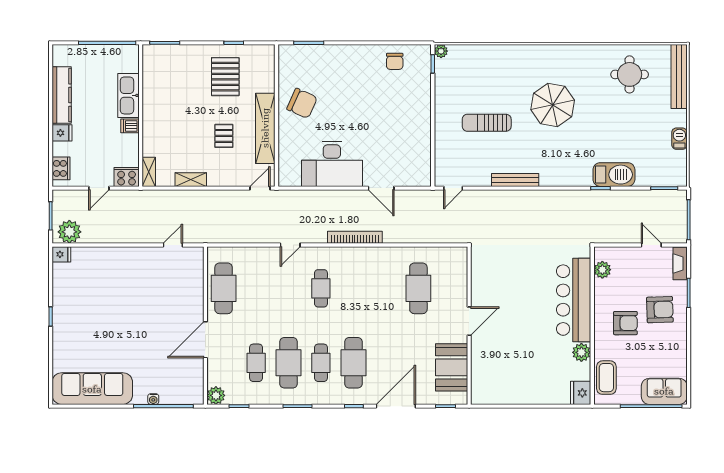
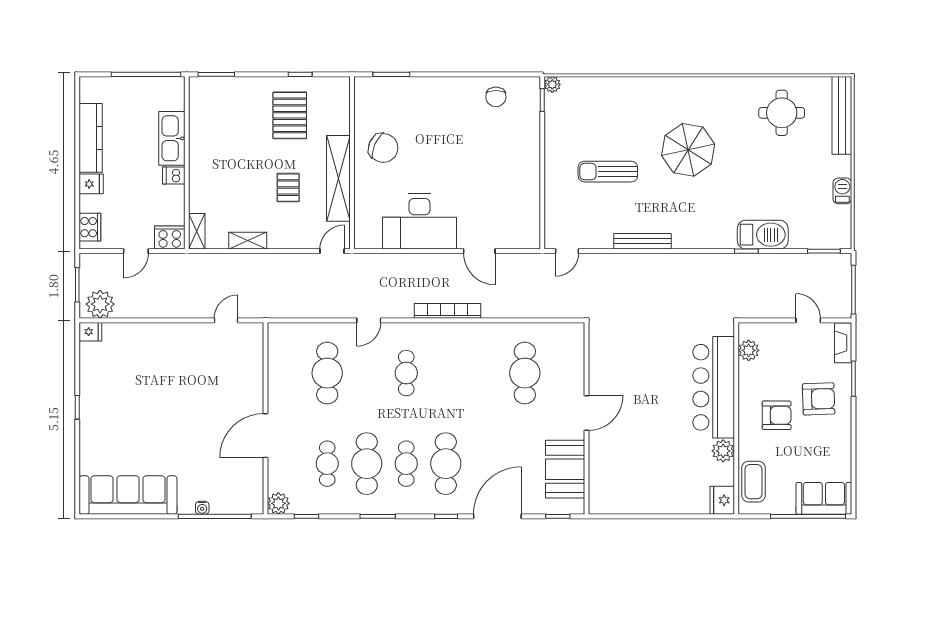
cafe table: (224, 288) -> (327, 373), moved

